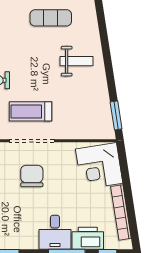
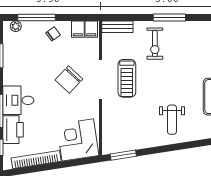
treadmill: (31, 111) -> (127, 78), turned 180
chair: (32, 176) -> (69, 80), turned 133

